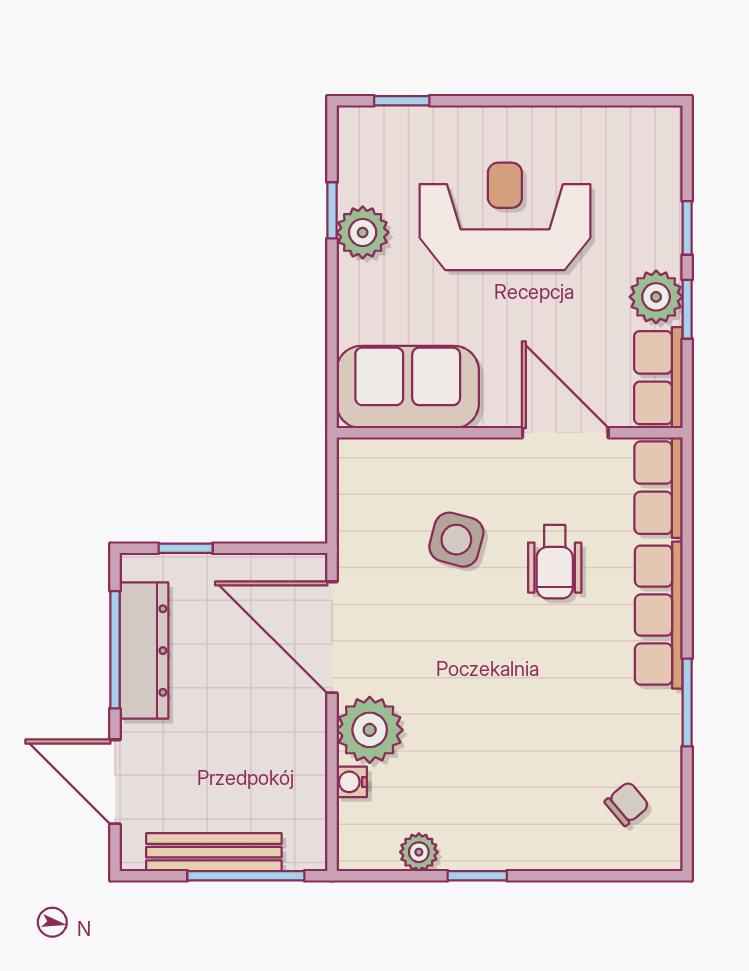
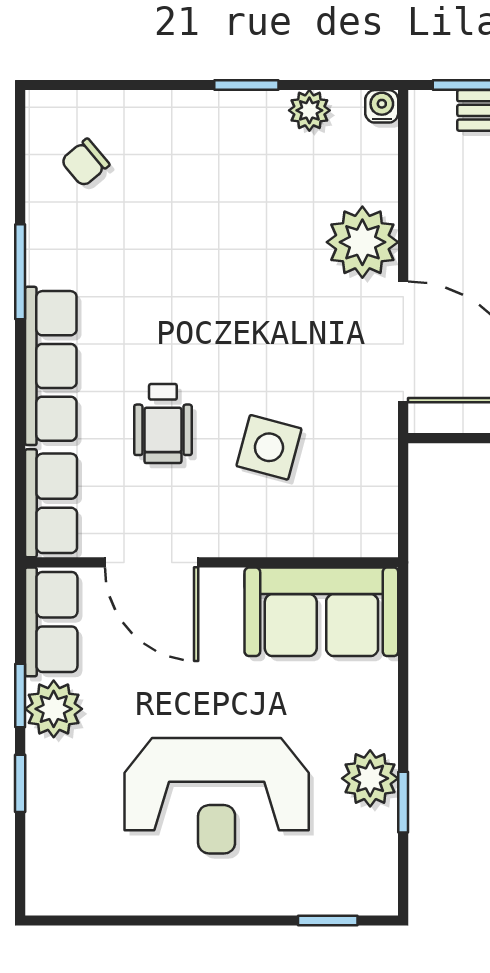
wheelchair: (555, 562) -> (163, 424), turned 180
water cooler: (352, 782) -> (382, 106), moved, turned -90

